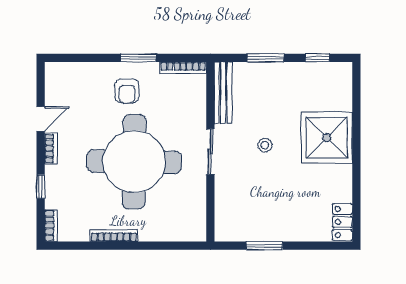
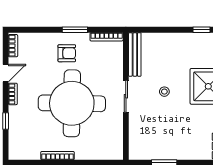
window: (265, 58) -> (165, 30), removed
armchair: (127, 91) -> (67, 53), turned -90
bookcase: (51, 226) -> (13, 46), moved

